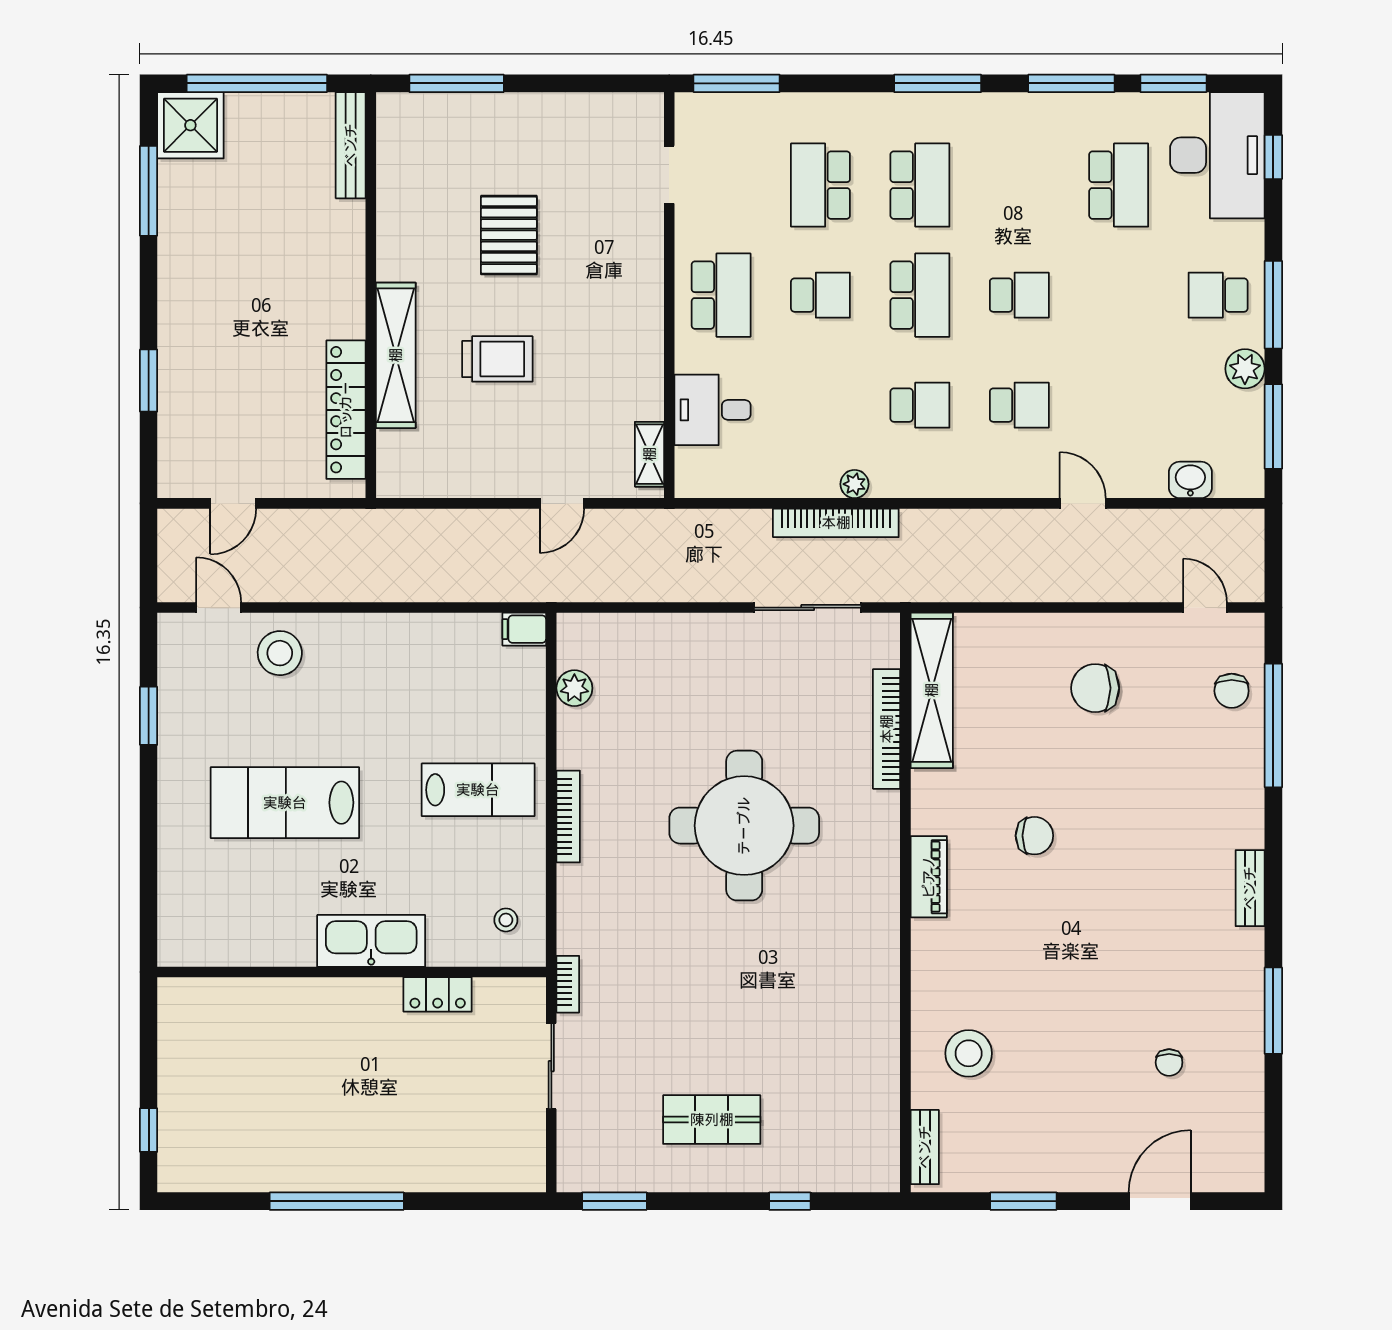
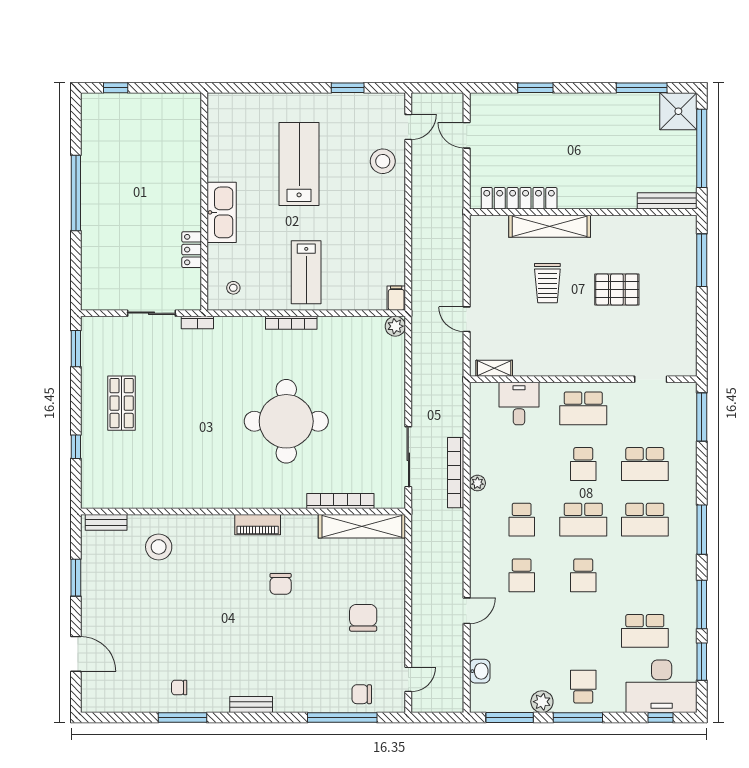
school desk: (820, 185) -> (645, 464), turned 180
plant: (574, 688) -> (395, 326), moved
chair: (1169, 1062) -> (179, 688), moved

